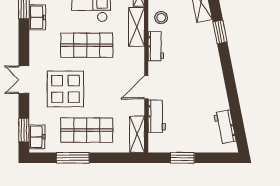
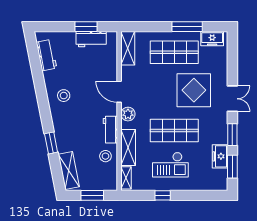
plant: (137, 63) -> (128, 114), added
stool: (206, 83) -> (64, 96), added
door: (146, 87) -> (119, 92), swing flipped
workbench: (157, 116) -> (91, 39), moved, turned -90
window: (24, 130) -> (232, 135), moved
freezer: (37, 137) -> (212, 39), moved, turned -90

